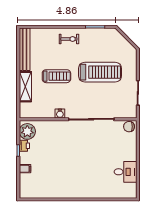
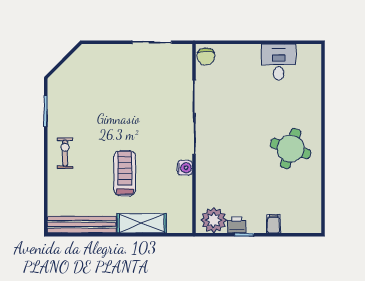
treadmill: (100, 72) -> (118, 103), removed
round table: (72, 179) -> (291, 149), added

